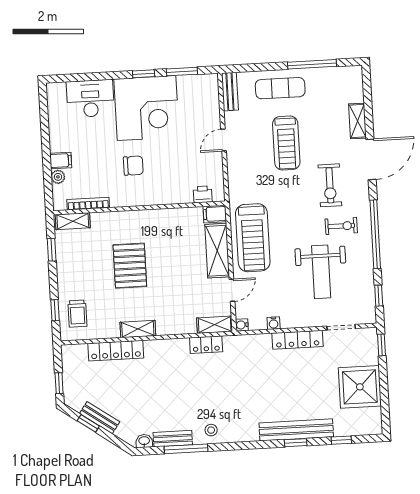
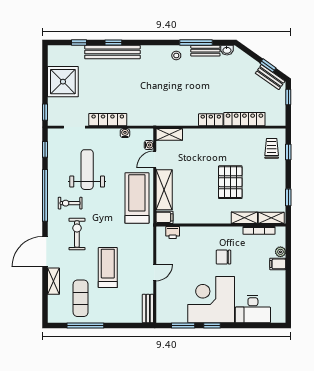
exercise mat: (280, 88) -> (81, 298), moved, turned 90
water cooler: (242, 325) -> (149, 145), moved
shelving: (138, 329) -> (244, 218), moved
locker: (206, 345) -> (211, 120), moved
bench: (100, 418) -> (270, 77), moved

